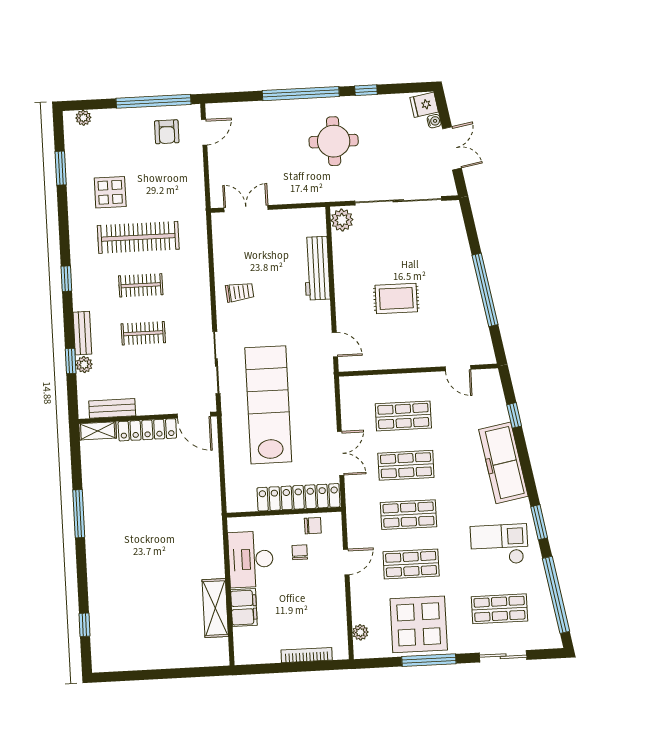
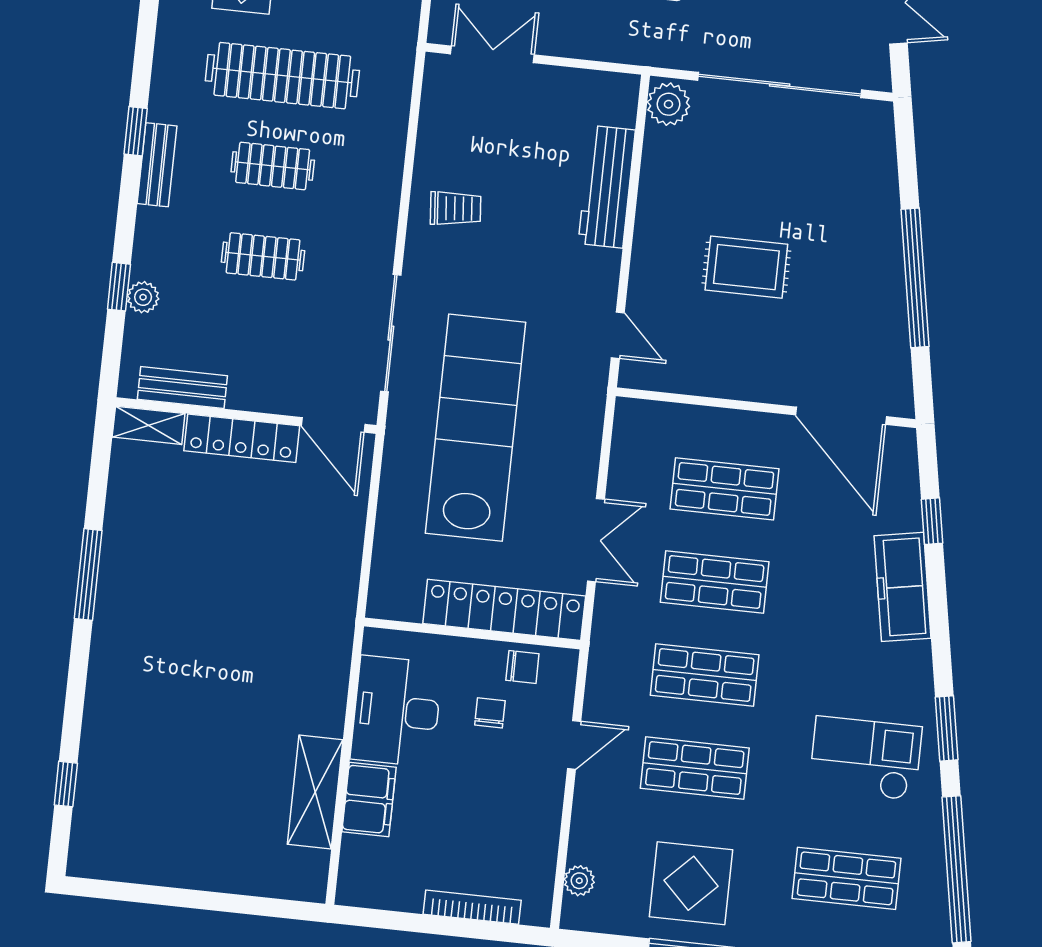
bench: (82, 333) -> (157, 165), moved
door: (458, 368) -> (841, 416), width x1.87
freezer: (503, 463) -> (903, 587), width x0.73, depth x0.79
display table: (419, 624) -> (691, 883), width x0.73, depth x0.73

